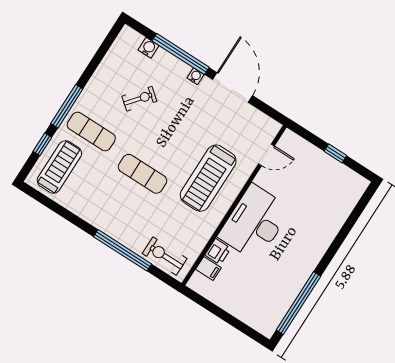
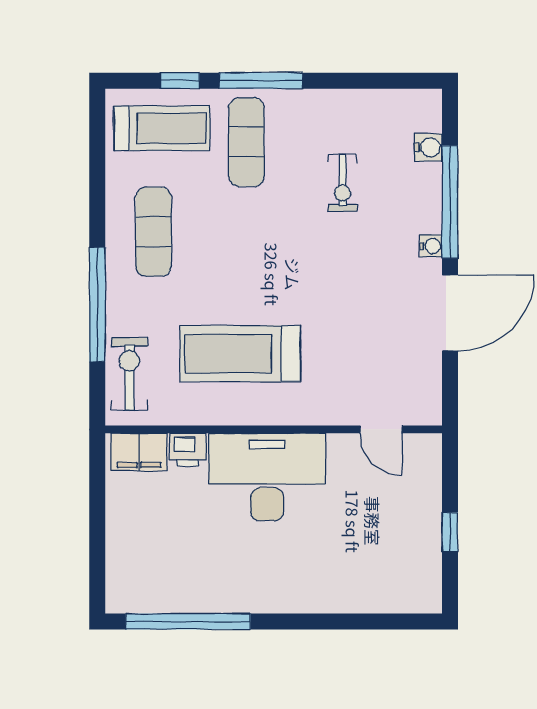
exercise bike: (139, 99) -> (343, 183), turned 51
exercise mat: (143, 174) -> (153, 232), moved
treadmill: (208, 178) -> (240, 354), moved
filing cabinet: (208, 269) -> (139, 452), width x2.00

